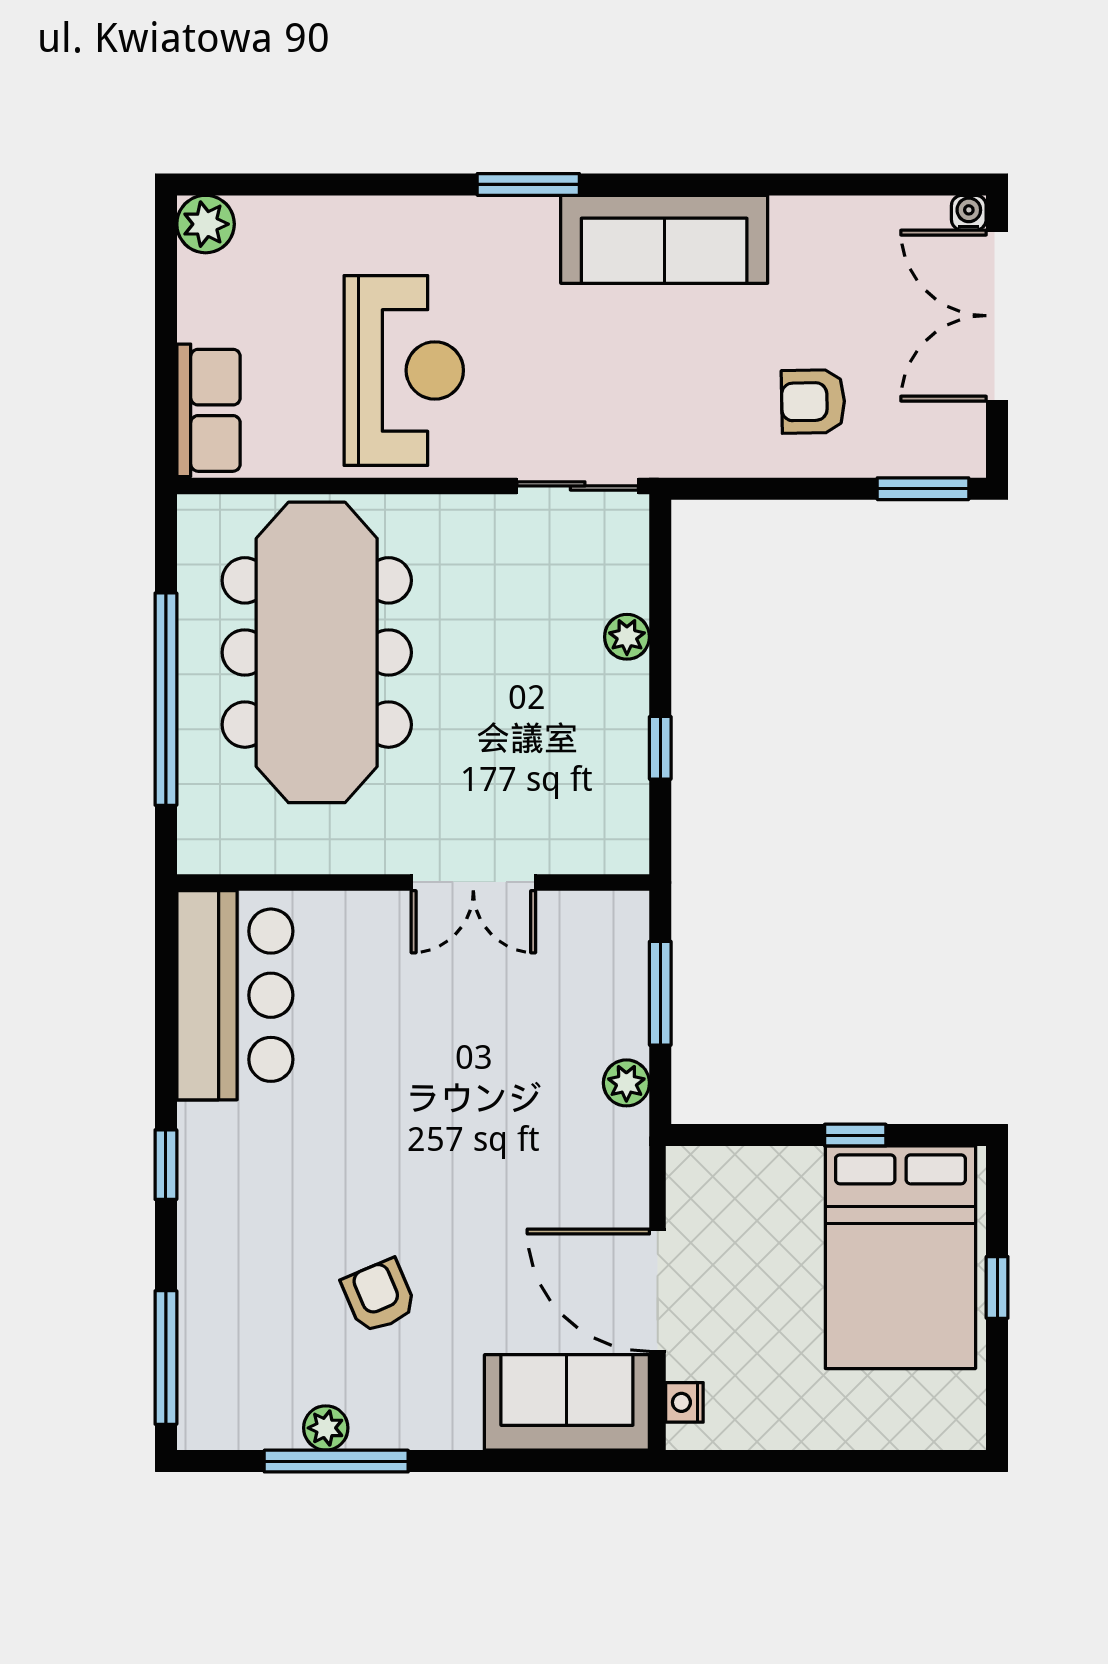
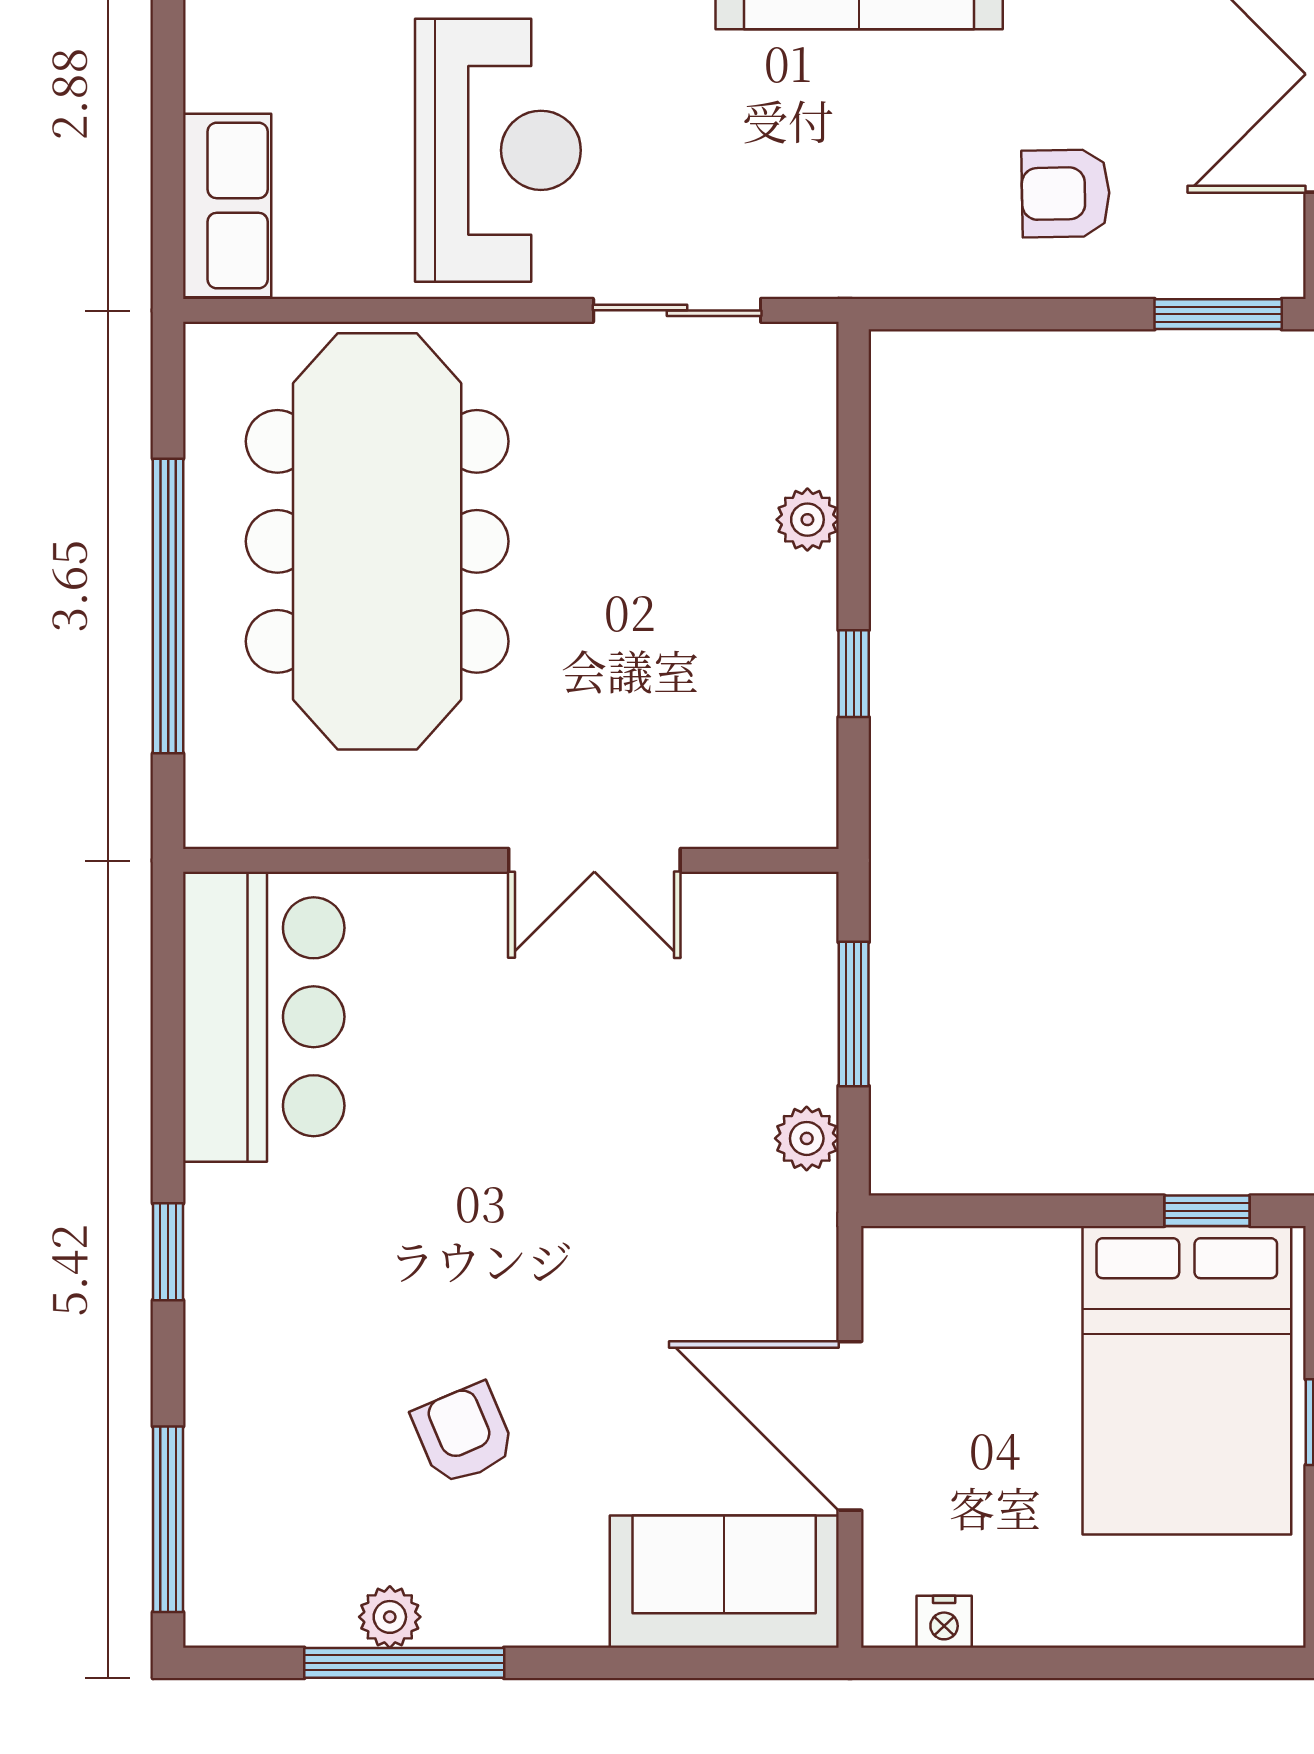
sliding door: (578, 486) -> (677, 310), moved
window: (855, 1135) -> (1207, 1211), moved
nightstand: (684, 1402) -> (944, 1622), moved, turned -90

